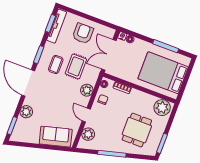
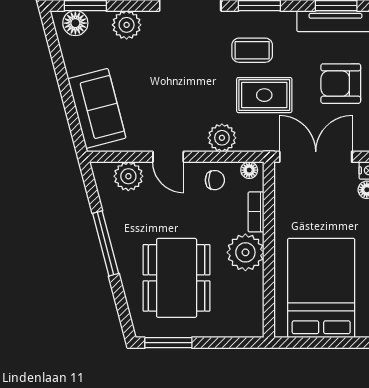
armchair: (83, 34) -> (341, 84), turned 180
plant: (162, 108) -> (245, 252), moved
door: (86, 115) -> (168, 157), swing flipped
dining table: (137, 130) -> (177, 278), width x1.38
floor lamp: (18, 132) -> (75, 23), added

